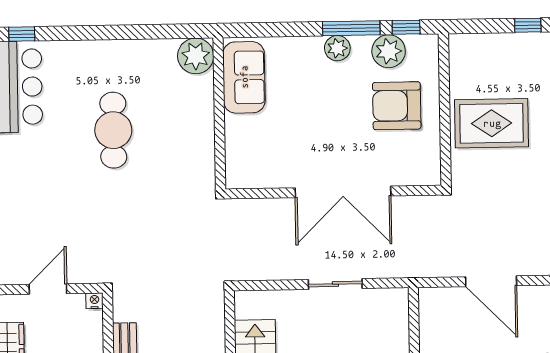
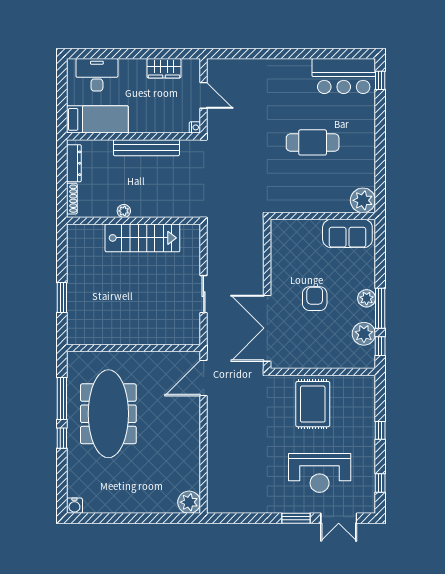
armchair: (397, 106) -> (315, 299), moved, width x0.73, depth x0.73
double door: (343, 192) -> (267, 328), moved
door: (491, 281) -> (204, 378), moved

